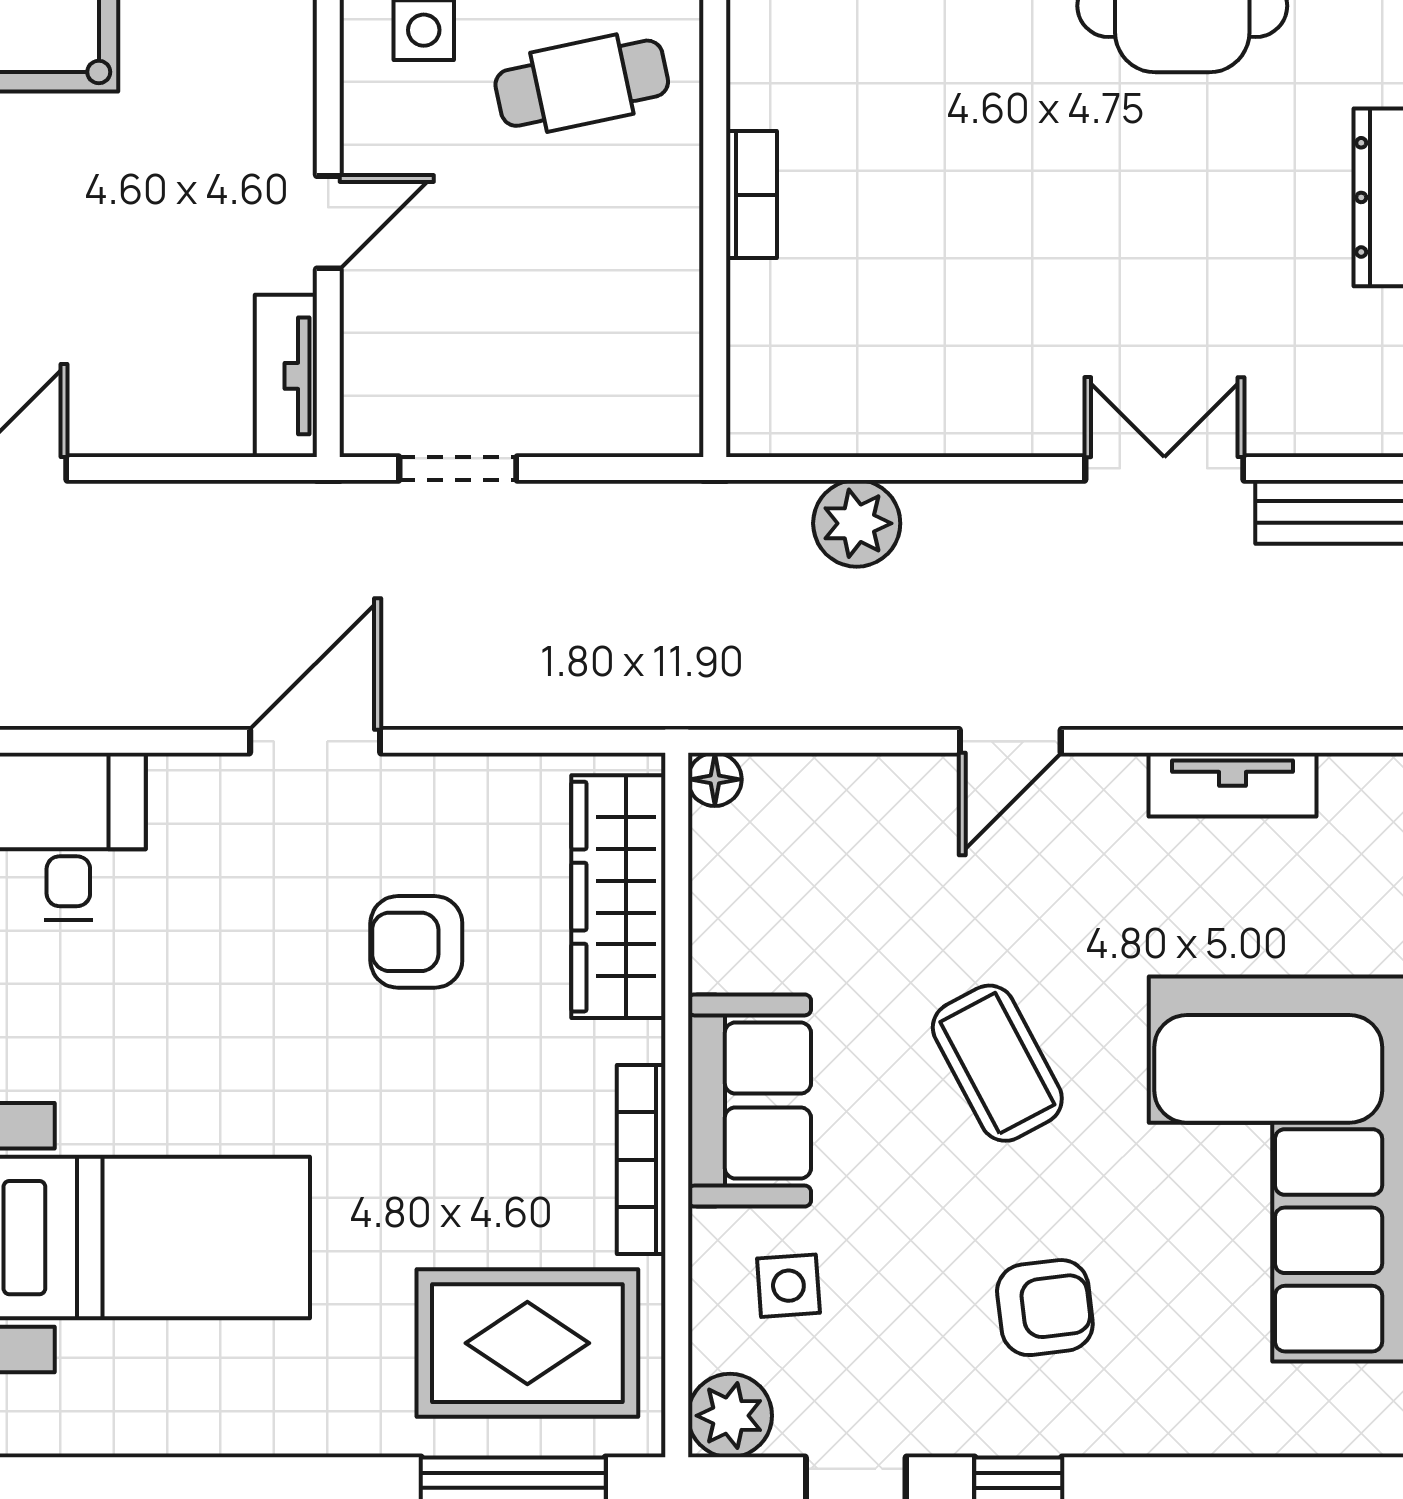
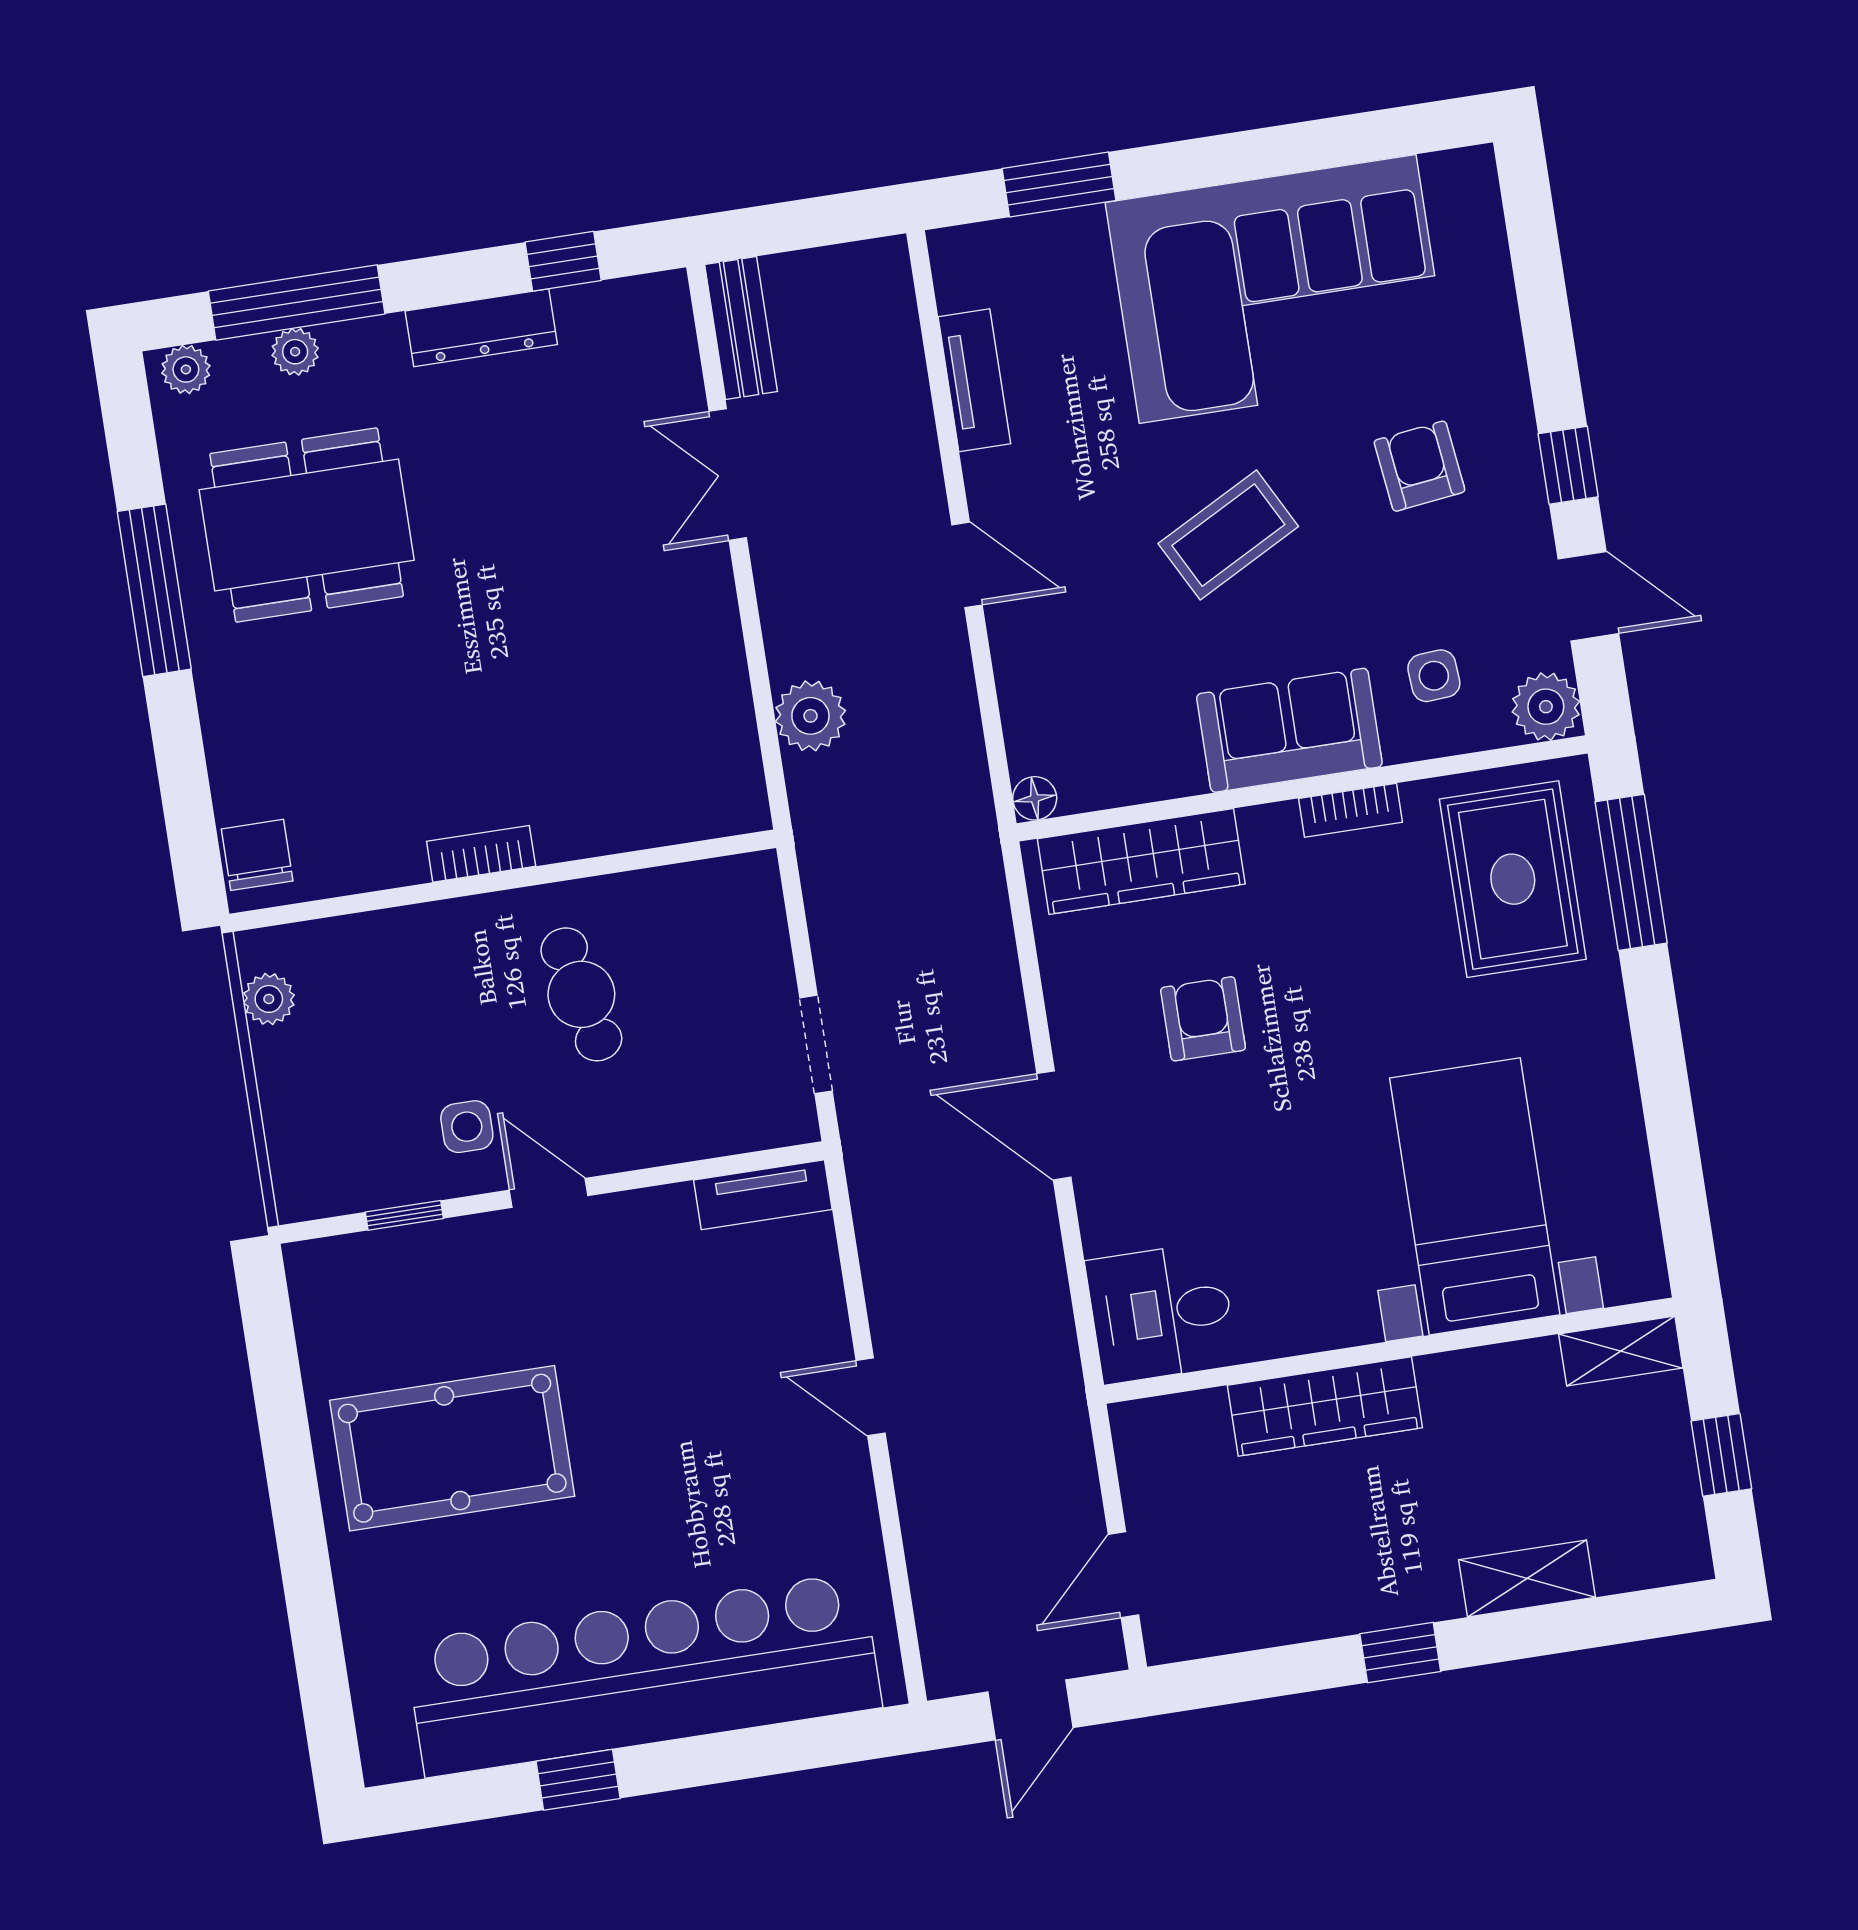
cafe table: (582, 83) -> (581, 994), moved
bookcase: (751, 195) -> (481, 854), moved
door: (328, 222) -> (549, 1193), moved
armchair: (416, 942) -> (1203, 1019), turned 180
bookcase: (641, 1160) -> (1350, 810), width x0.64

